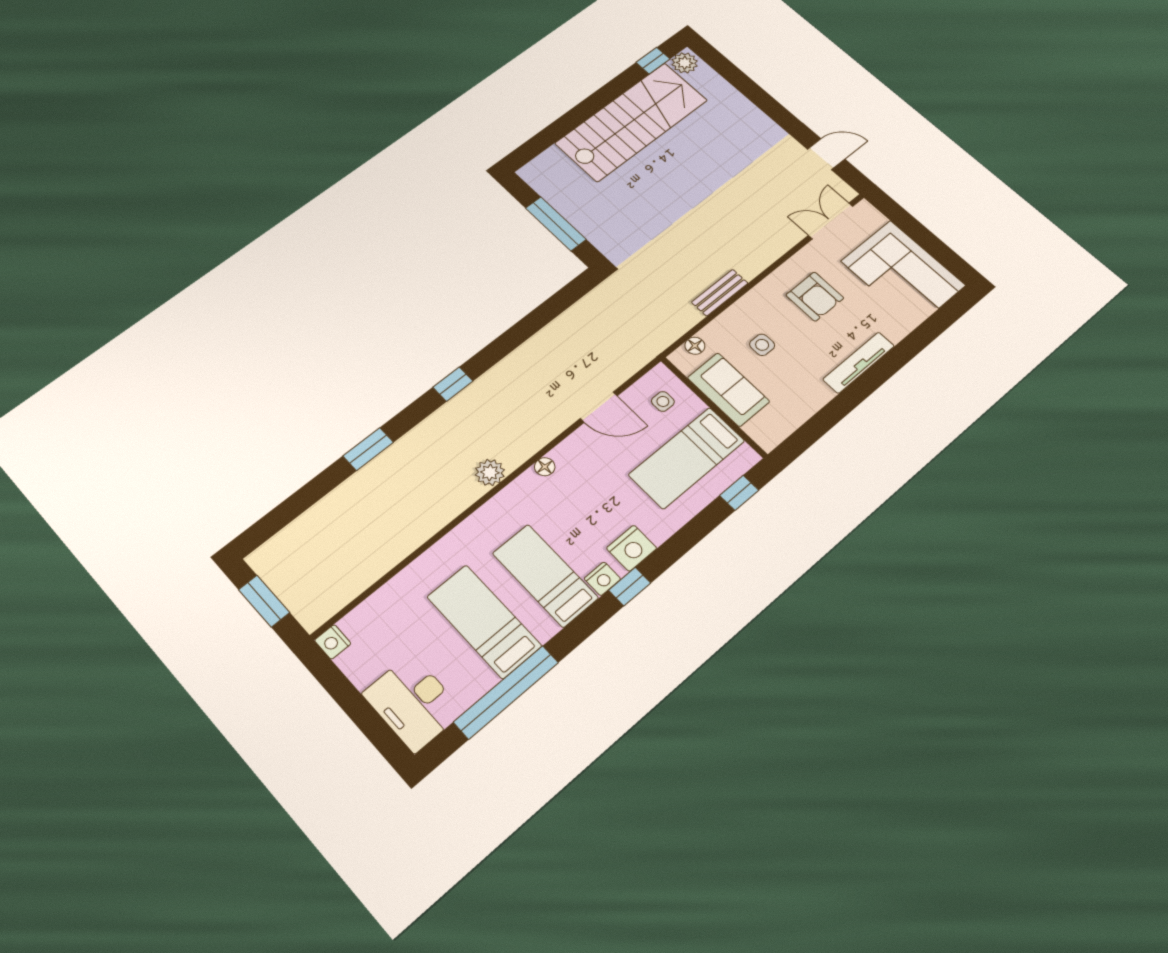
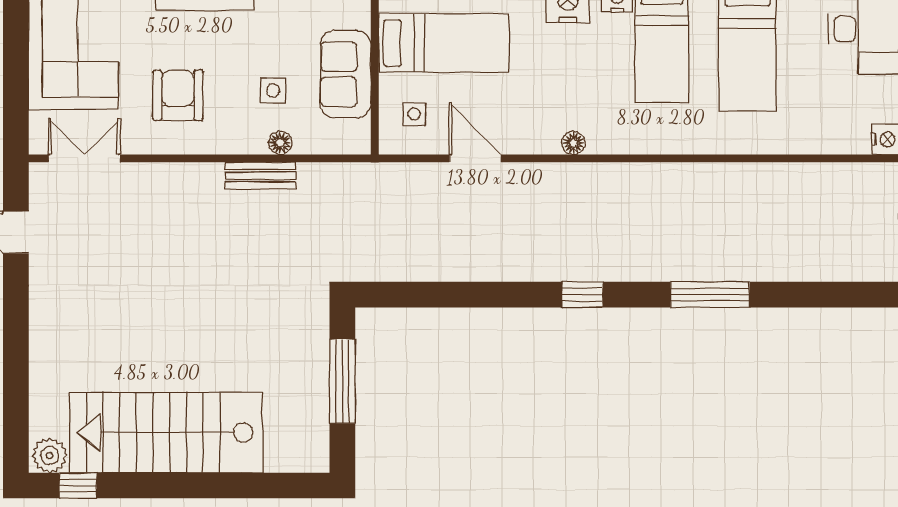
double door: (831, 221) -> (84, 158), swing flipped
floor lamp: (695, 346) -> (280, 143), moved
window: (368, 449) -> (710, 295), width x1.44
plant: (490, 472) -> (625, 179), removed

